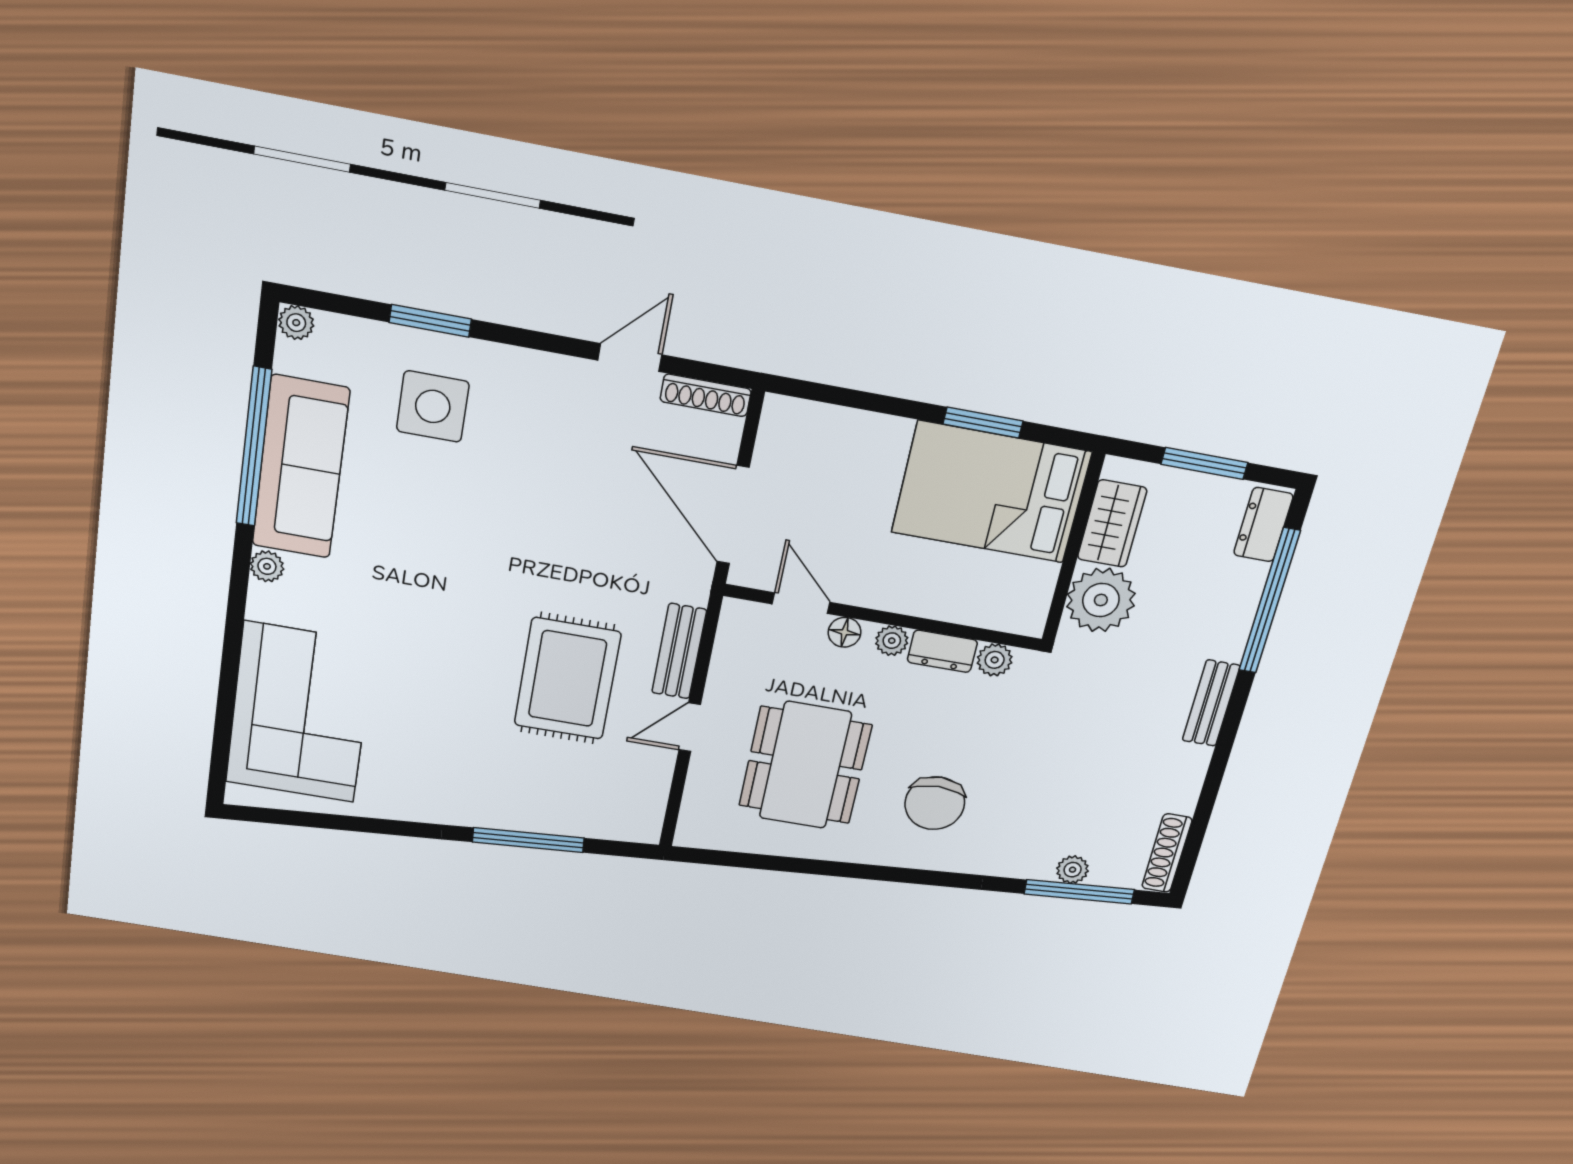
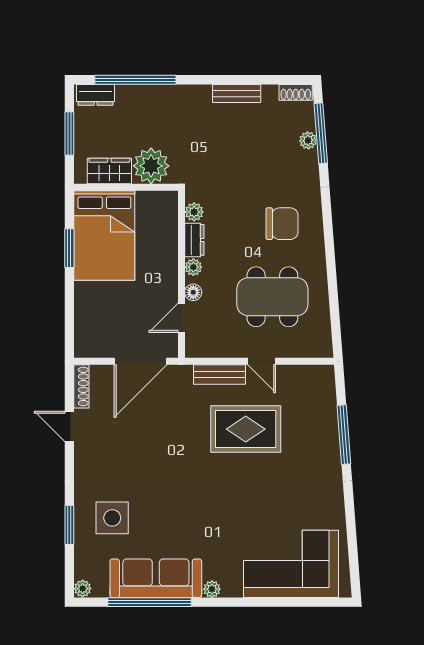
bench: (1211, 703) -> (237, 93), moved
shoe rack: (1167, 853) -> (296, 92), width x0.70

